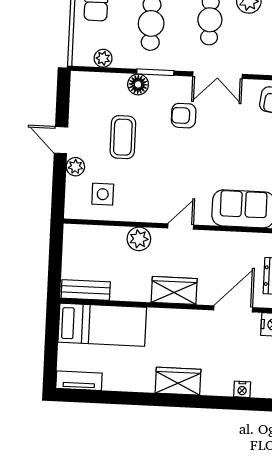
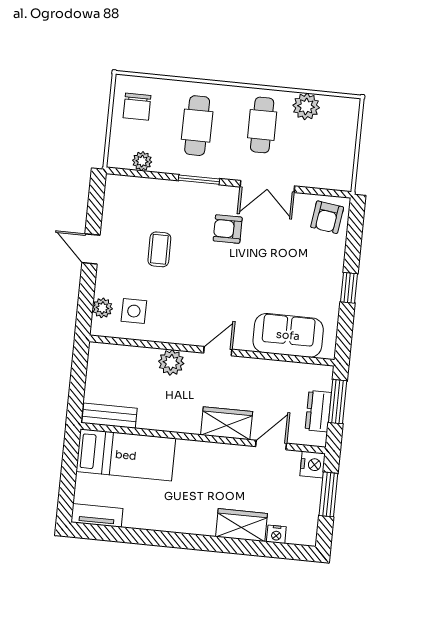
floor lamp: (138, 84) -> (179, 192), removed
coffee table: (123, 137) -> (159, 249), width x0.73, depth x0.77
plant: (75, 167) -> (102, 308), moved
wardrobe: (174, 290) -> (227, 423), moved
door: (233, 309) -> (271, 445), width x0.73
wardrobe: (178, 381) -> (241, 525), moved

